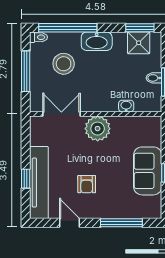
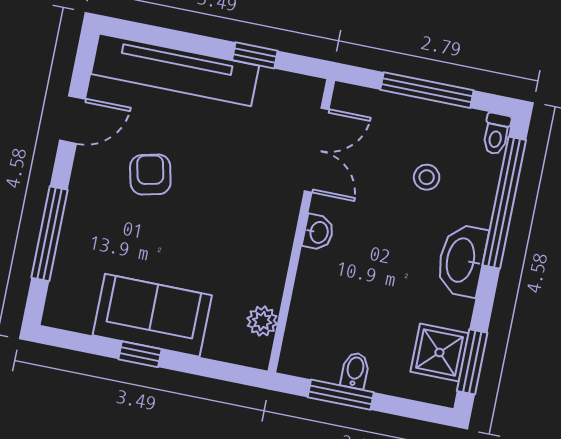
stool: (64, 64) -> (427, 177), width x0.53, depth x0.53
washbasin: (126, 106) -> (318, 232), moved
plant: (98, 129) -> (262, 321), moved, width x0.53, depth x0.53
window: (26, 179) -> (255, 55), moved
armchair: (87, 184) -> (150, 175), turned 77

